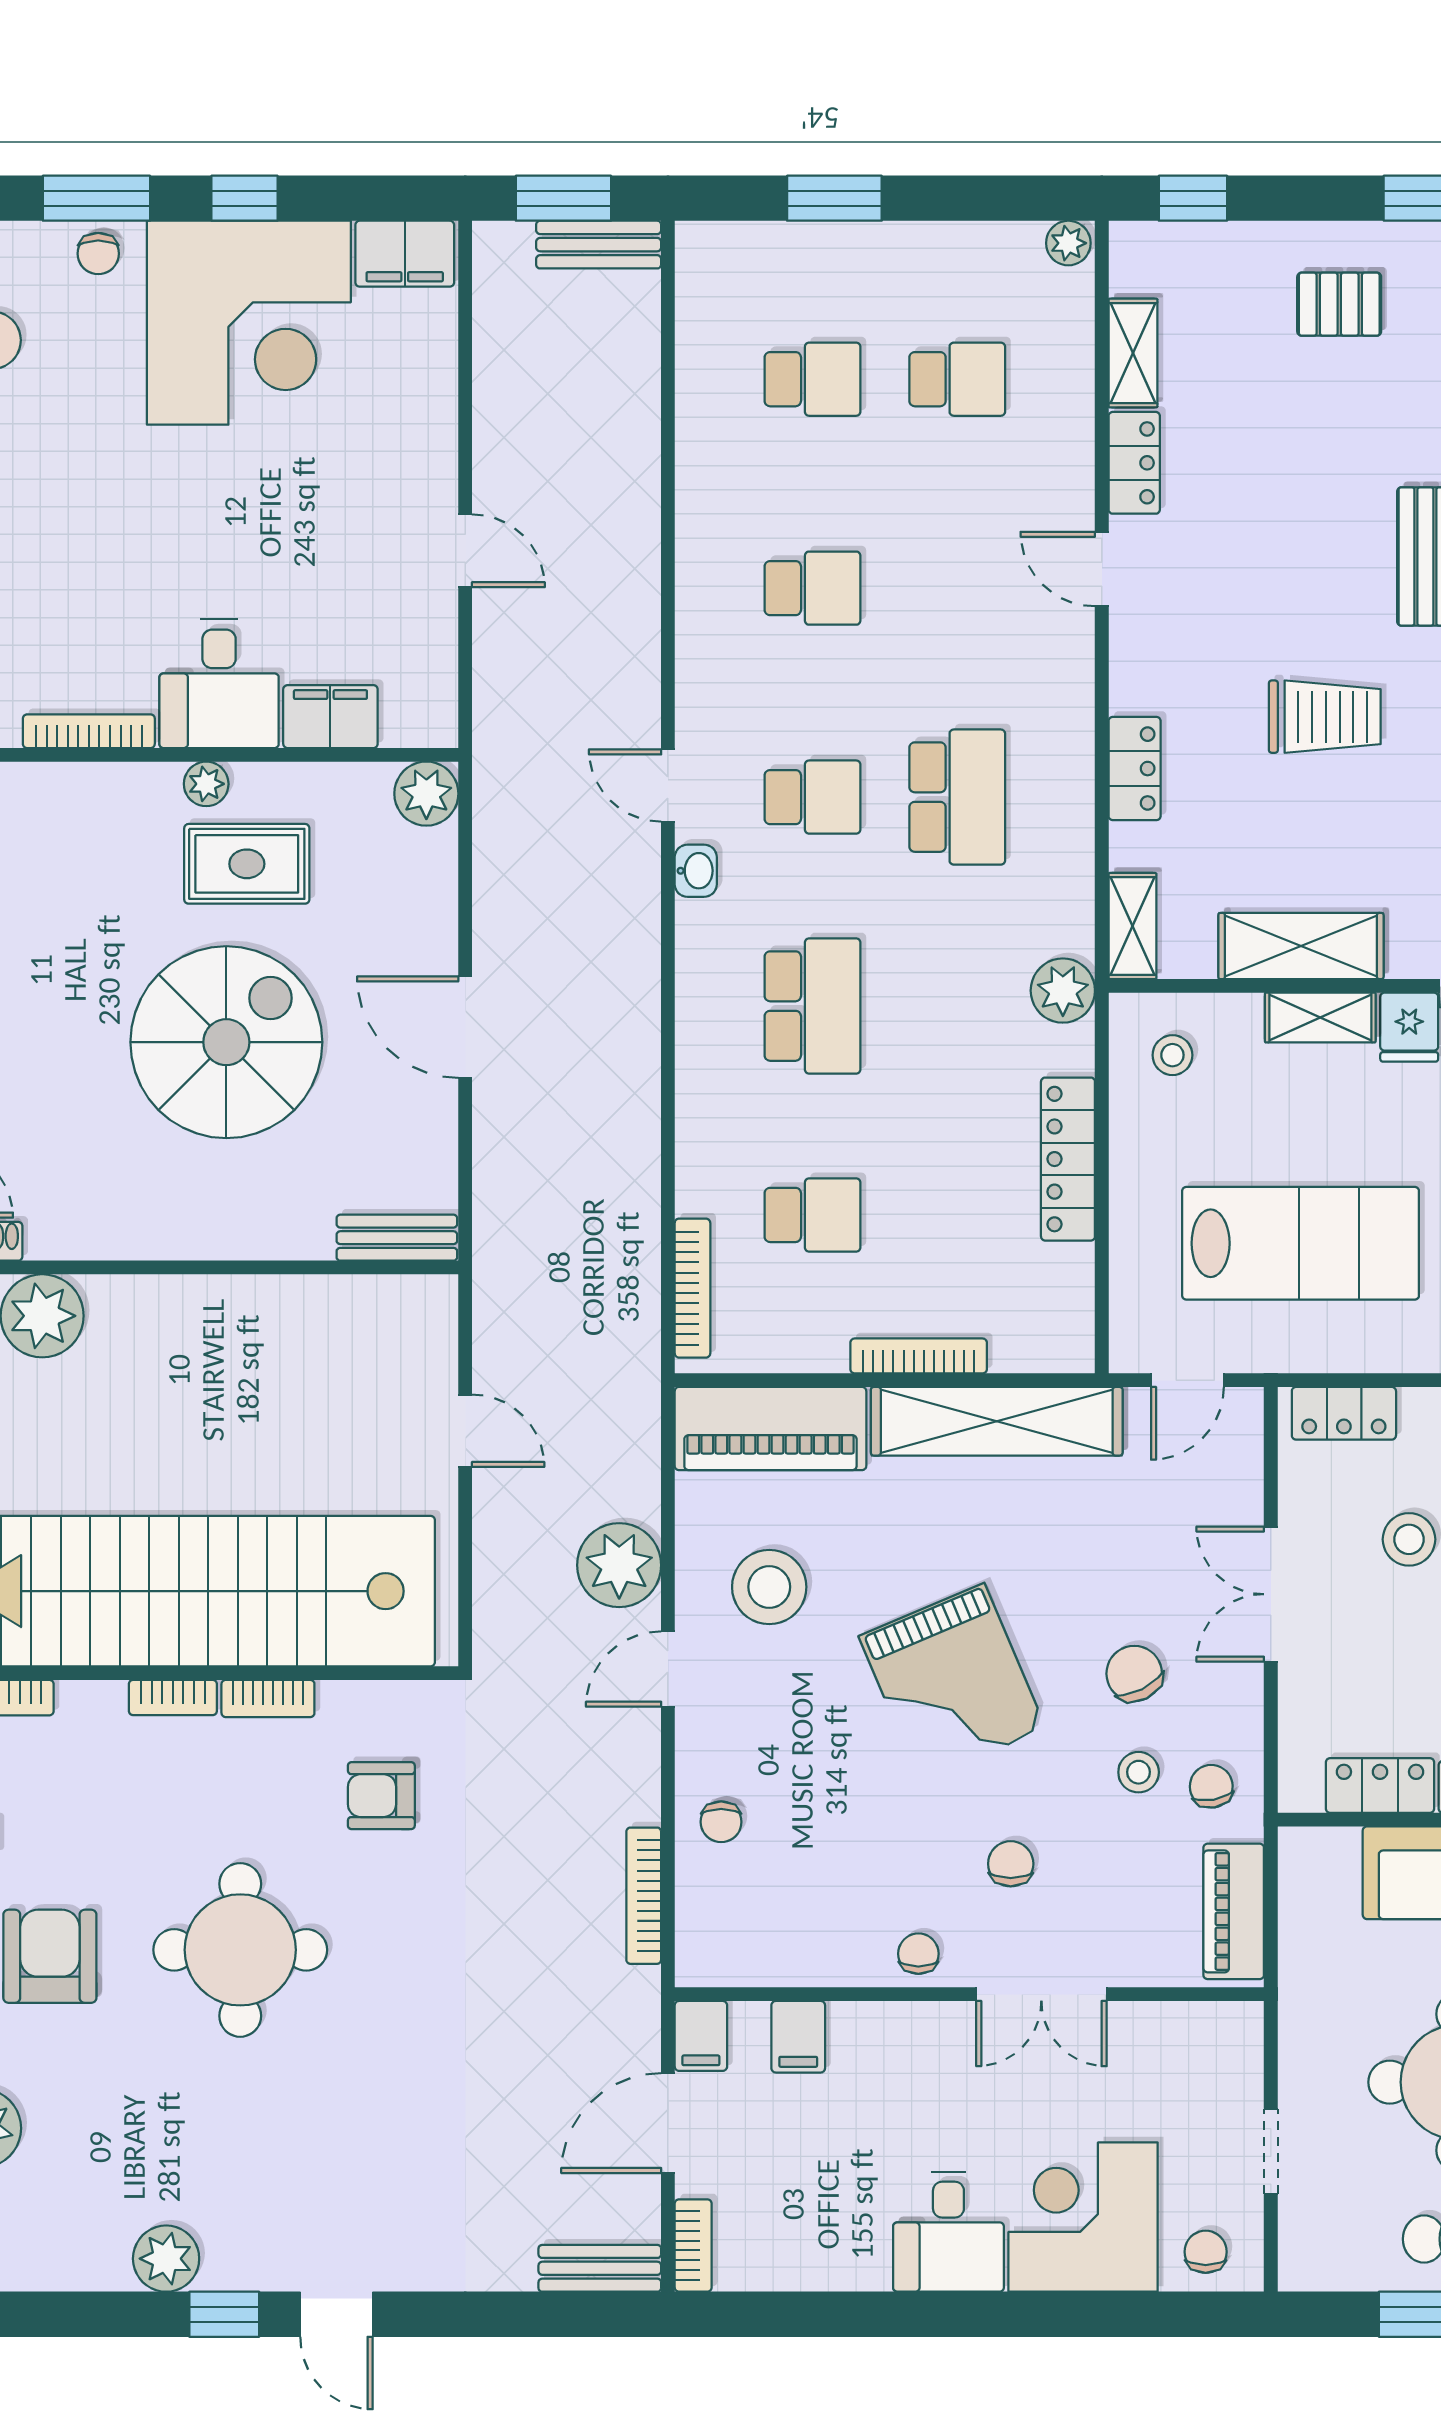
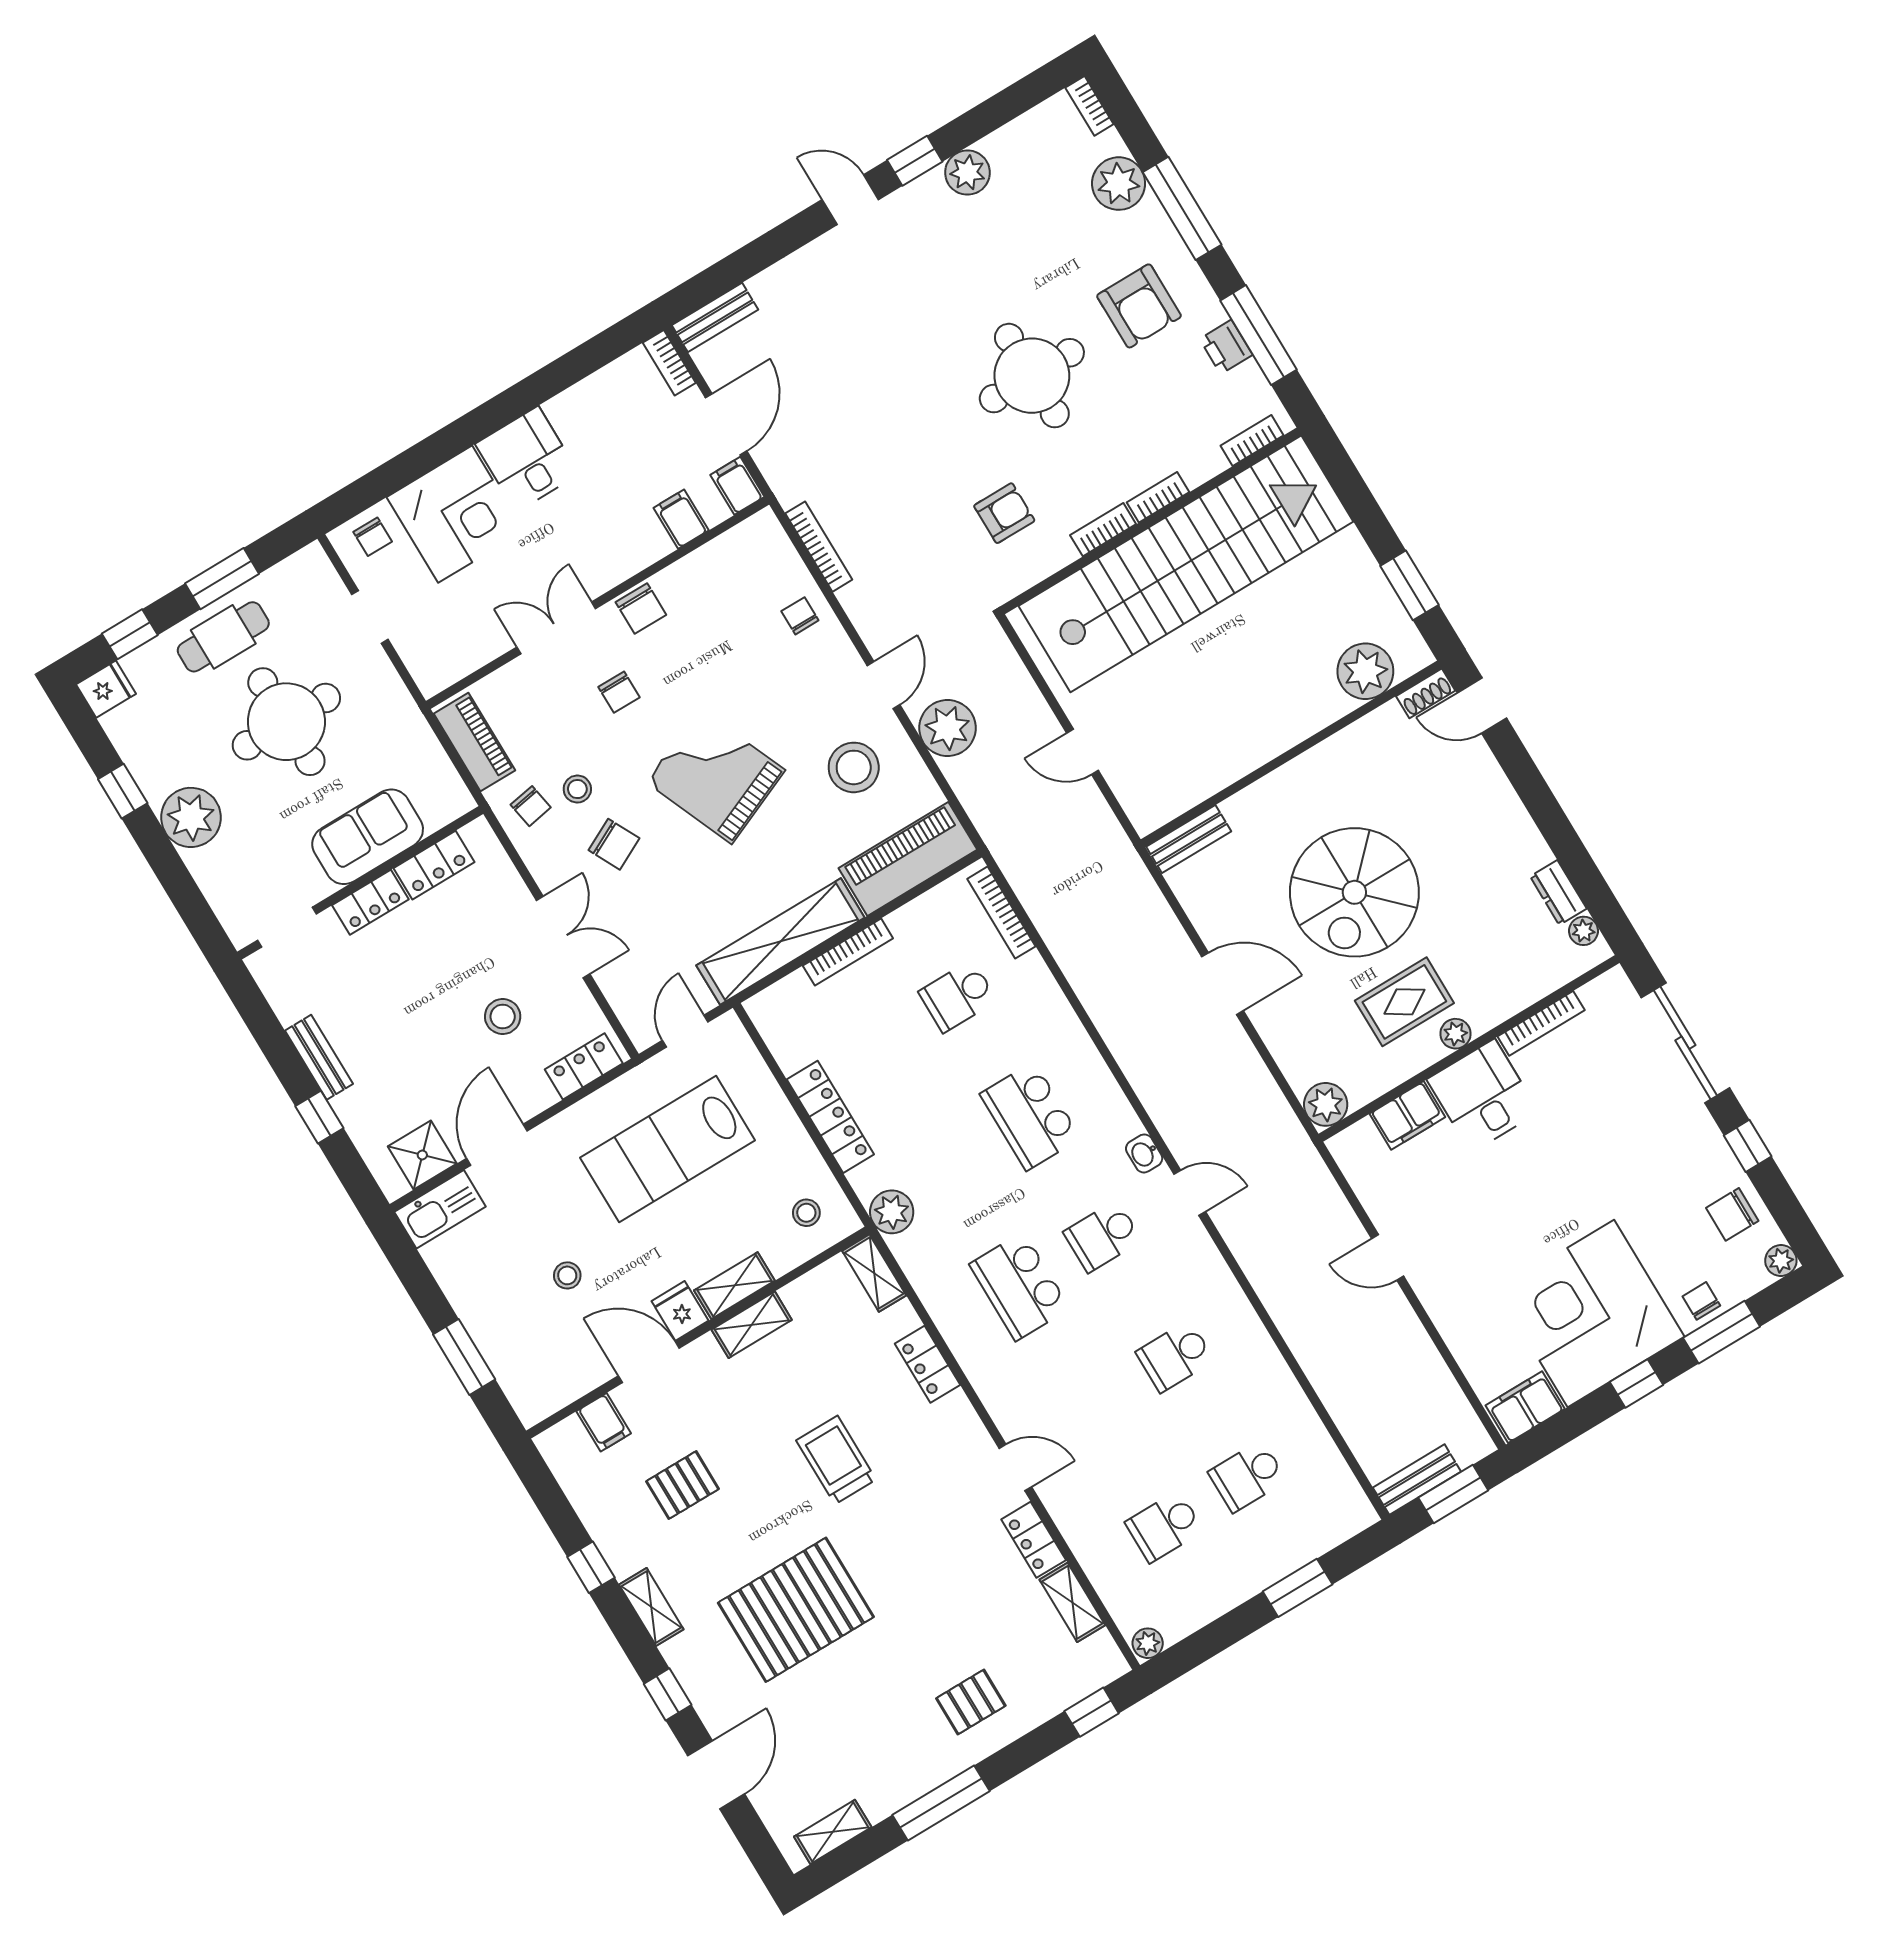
trolley: (1325, 717) -> (836, 1460), turned 90
shelving: (1301, 946) -> (752, 1325), width x0.67, depth x0.75
chair: (918, 1954) -> (641, 608), width x1.37, depth x1.37

